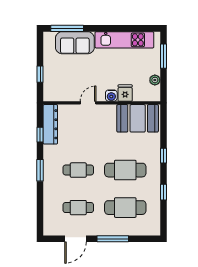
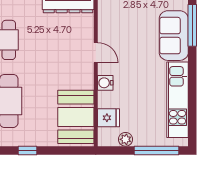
window: (163, 56) -> (156, 150), width x1.44
fridge: (125, 93) -> (109, 118), moved

